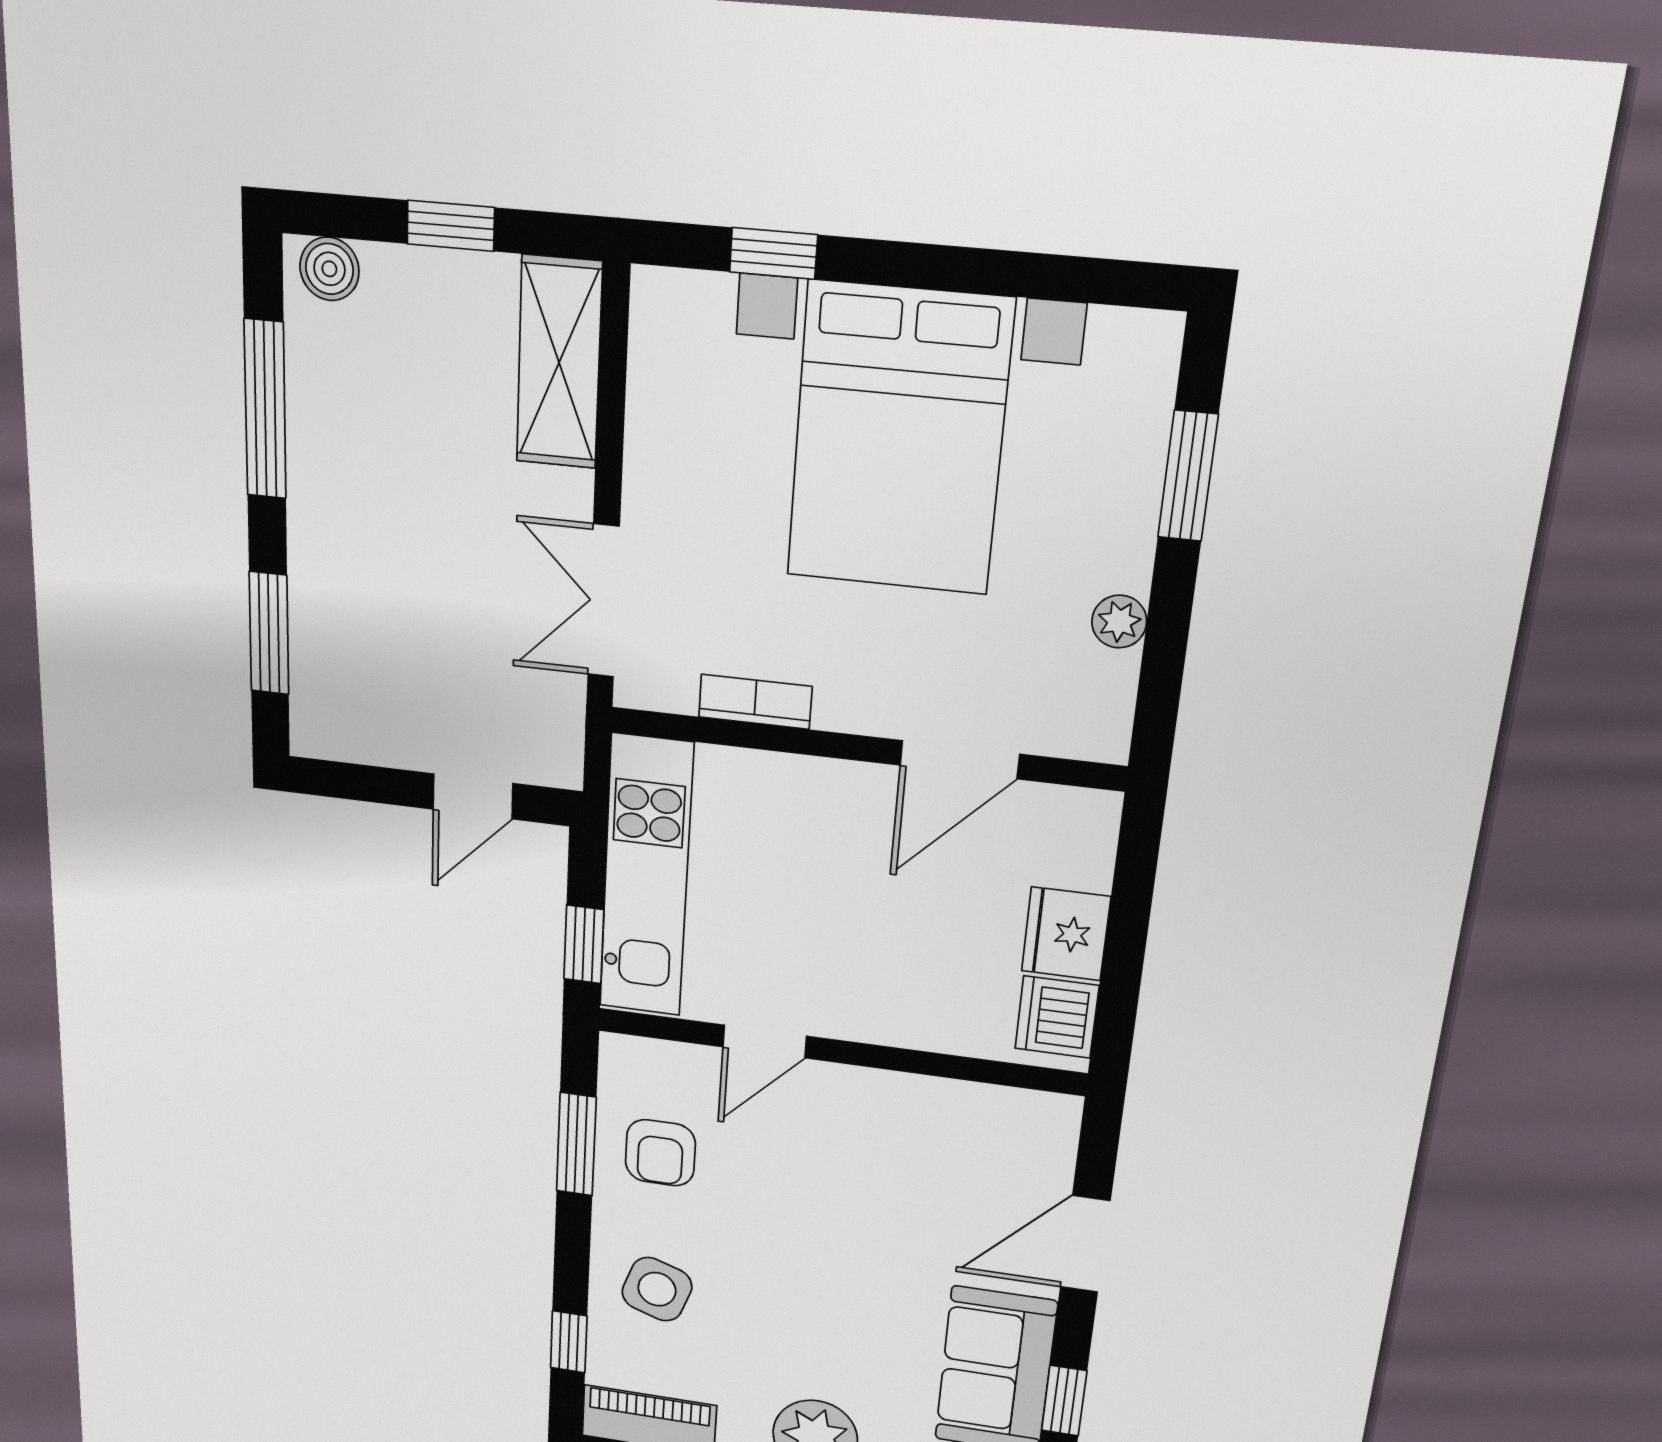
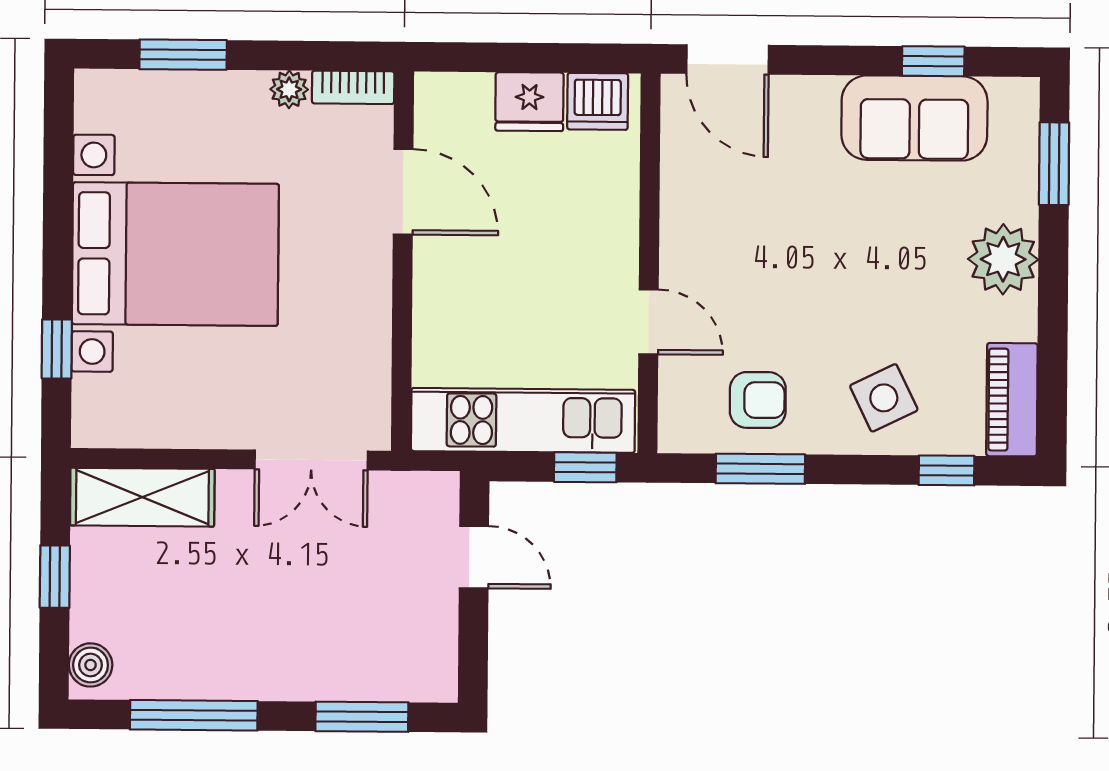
bookcase: (755, 702) -> (353, 87), moved, turned -90
door: (1085, 1244) -> (728, 59), moved
side table: (657, 1289) -> (884, 398), turned 45

